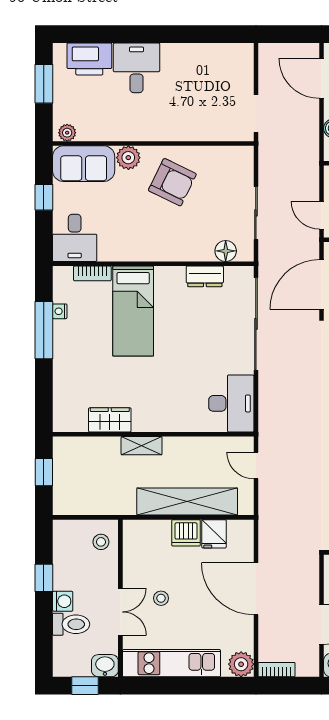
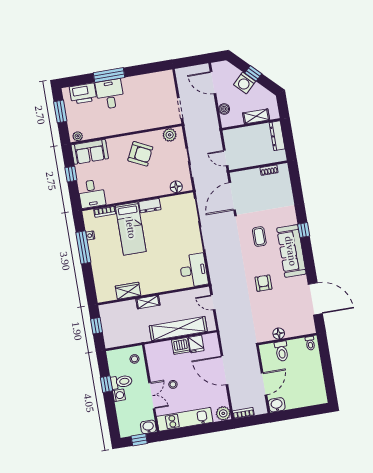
window: (141, 34) -> (109, 75), added
plant: (128, 158) -> (170, 135), moved
dresser: (205, 276) -> (150, 206), moved
toilet: (71, 624) -> (121, 382), moved

